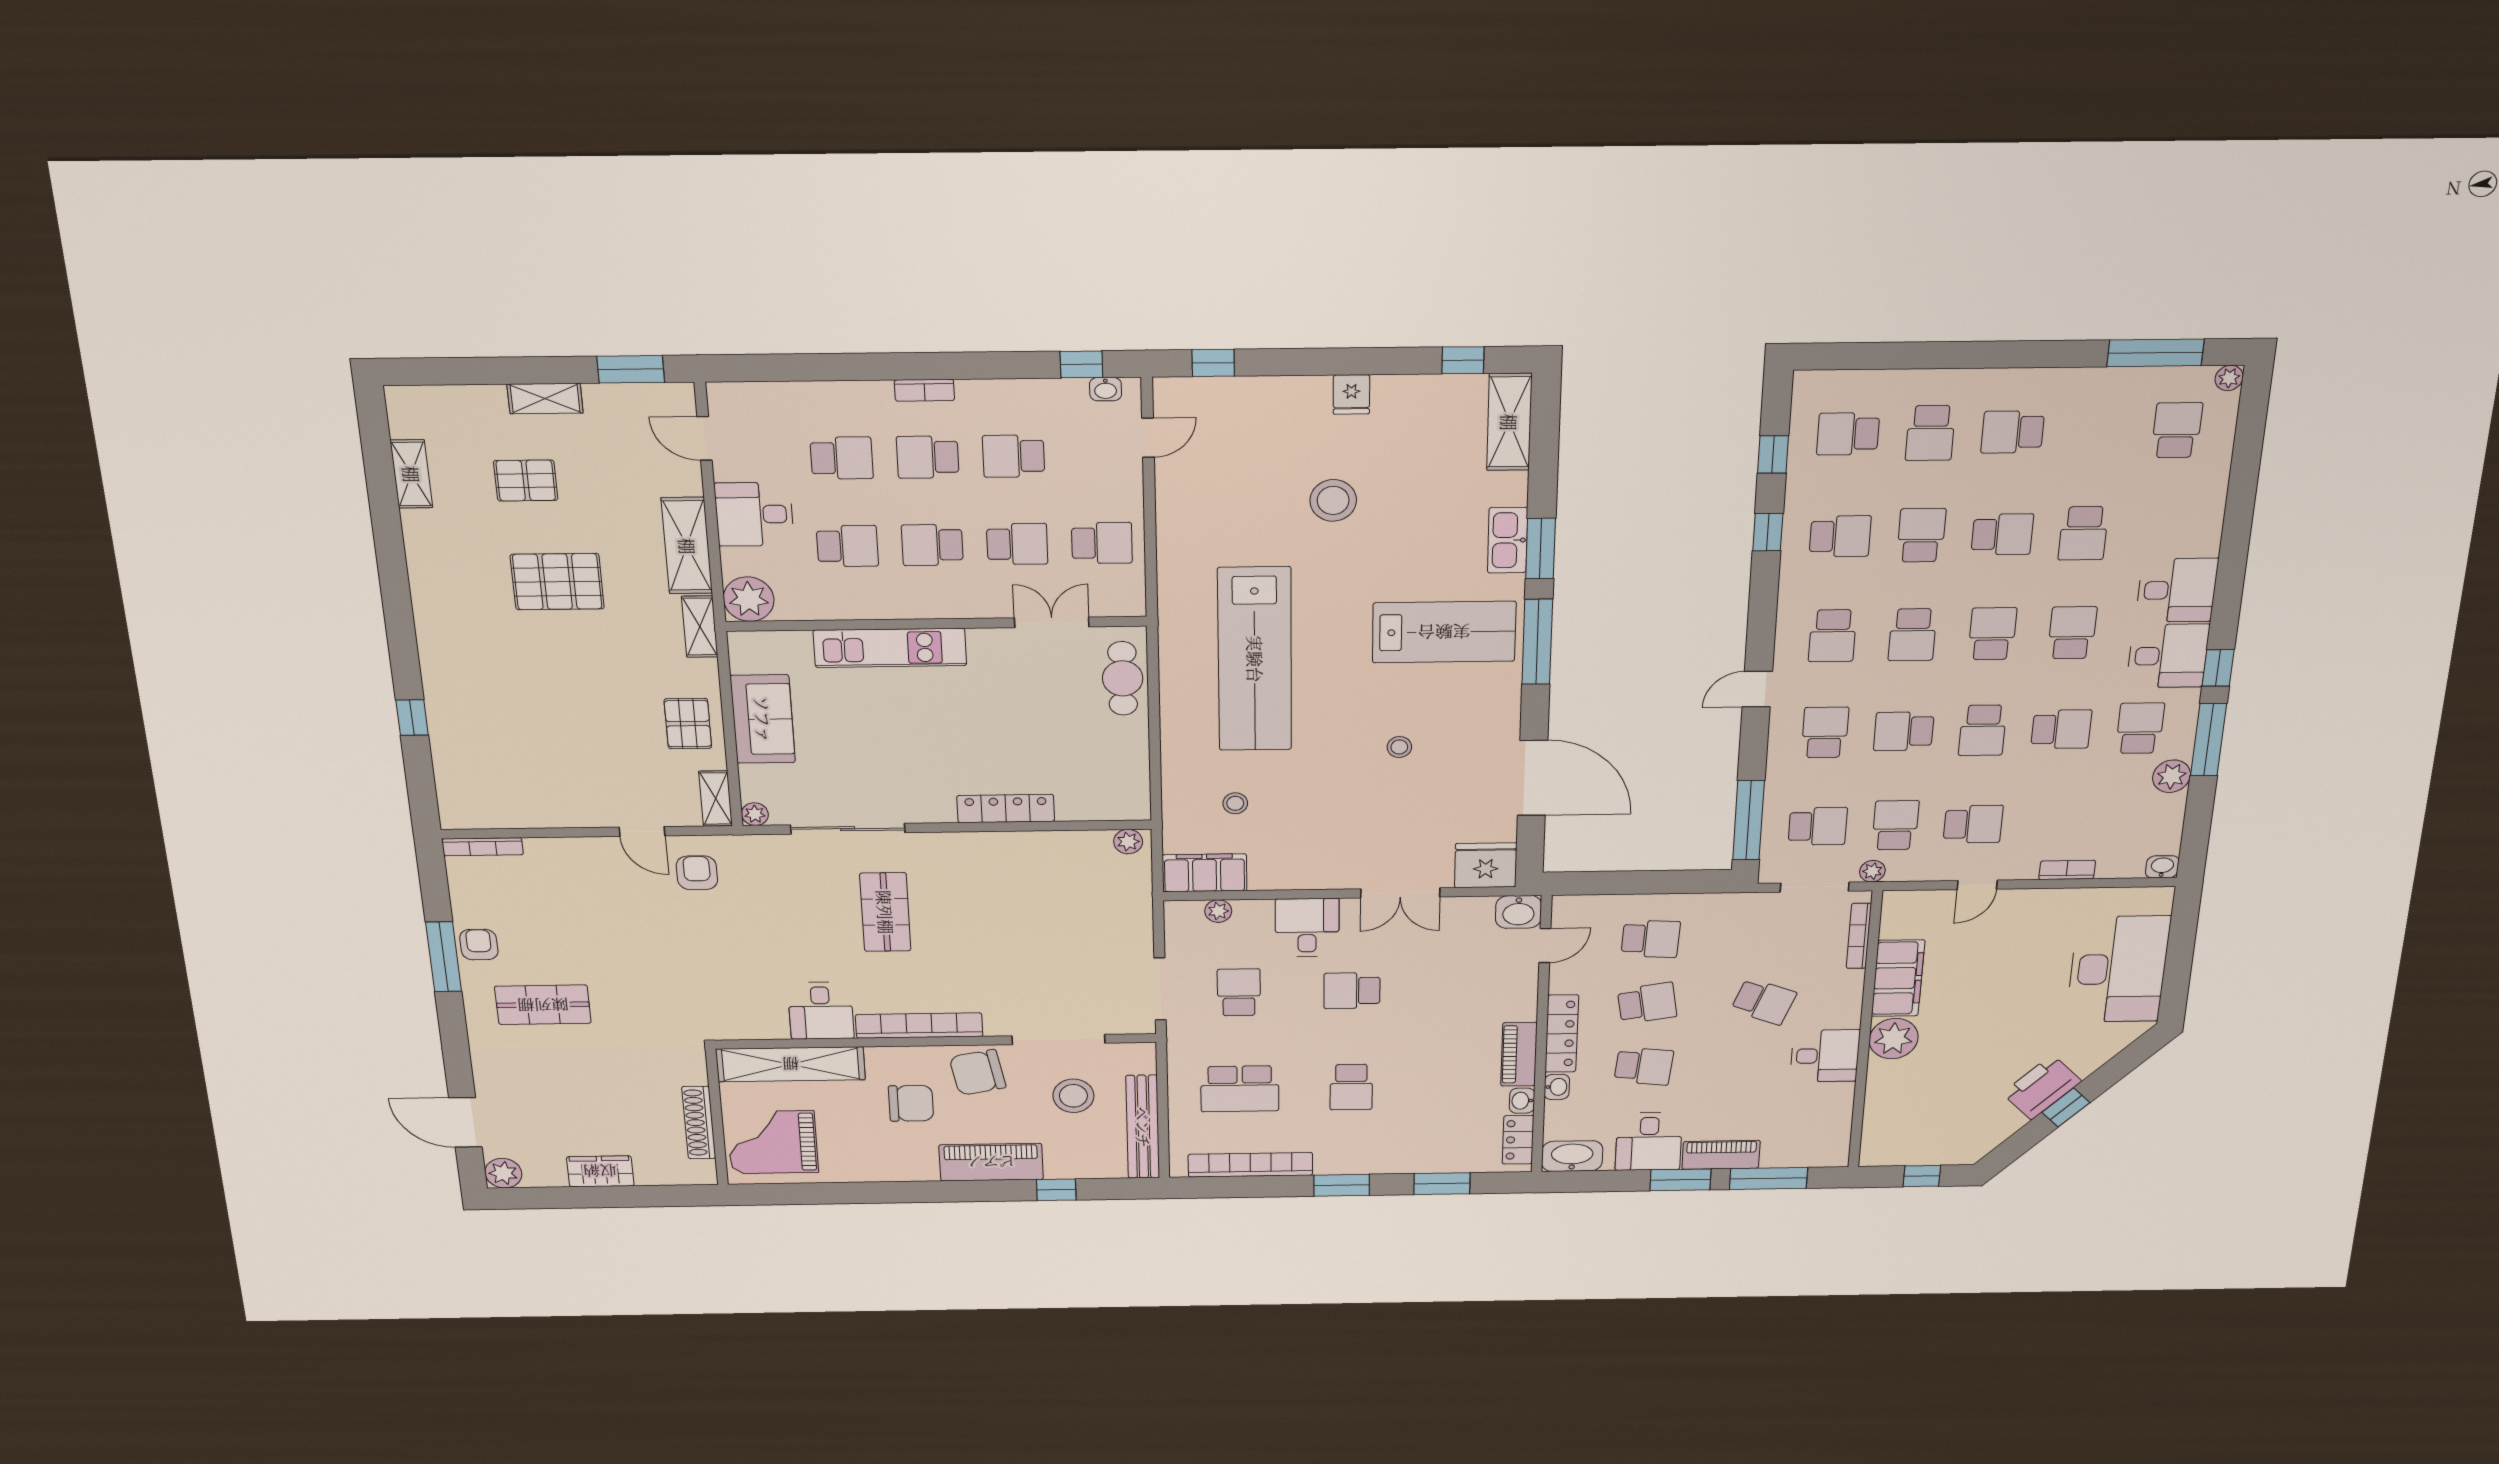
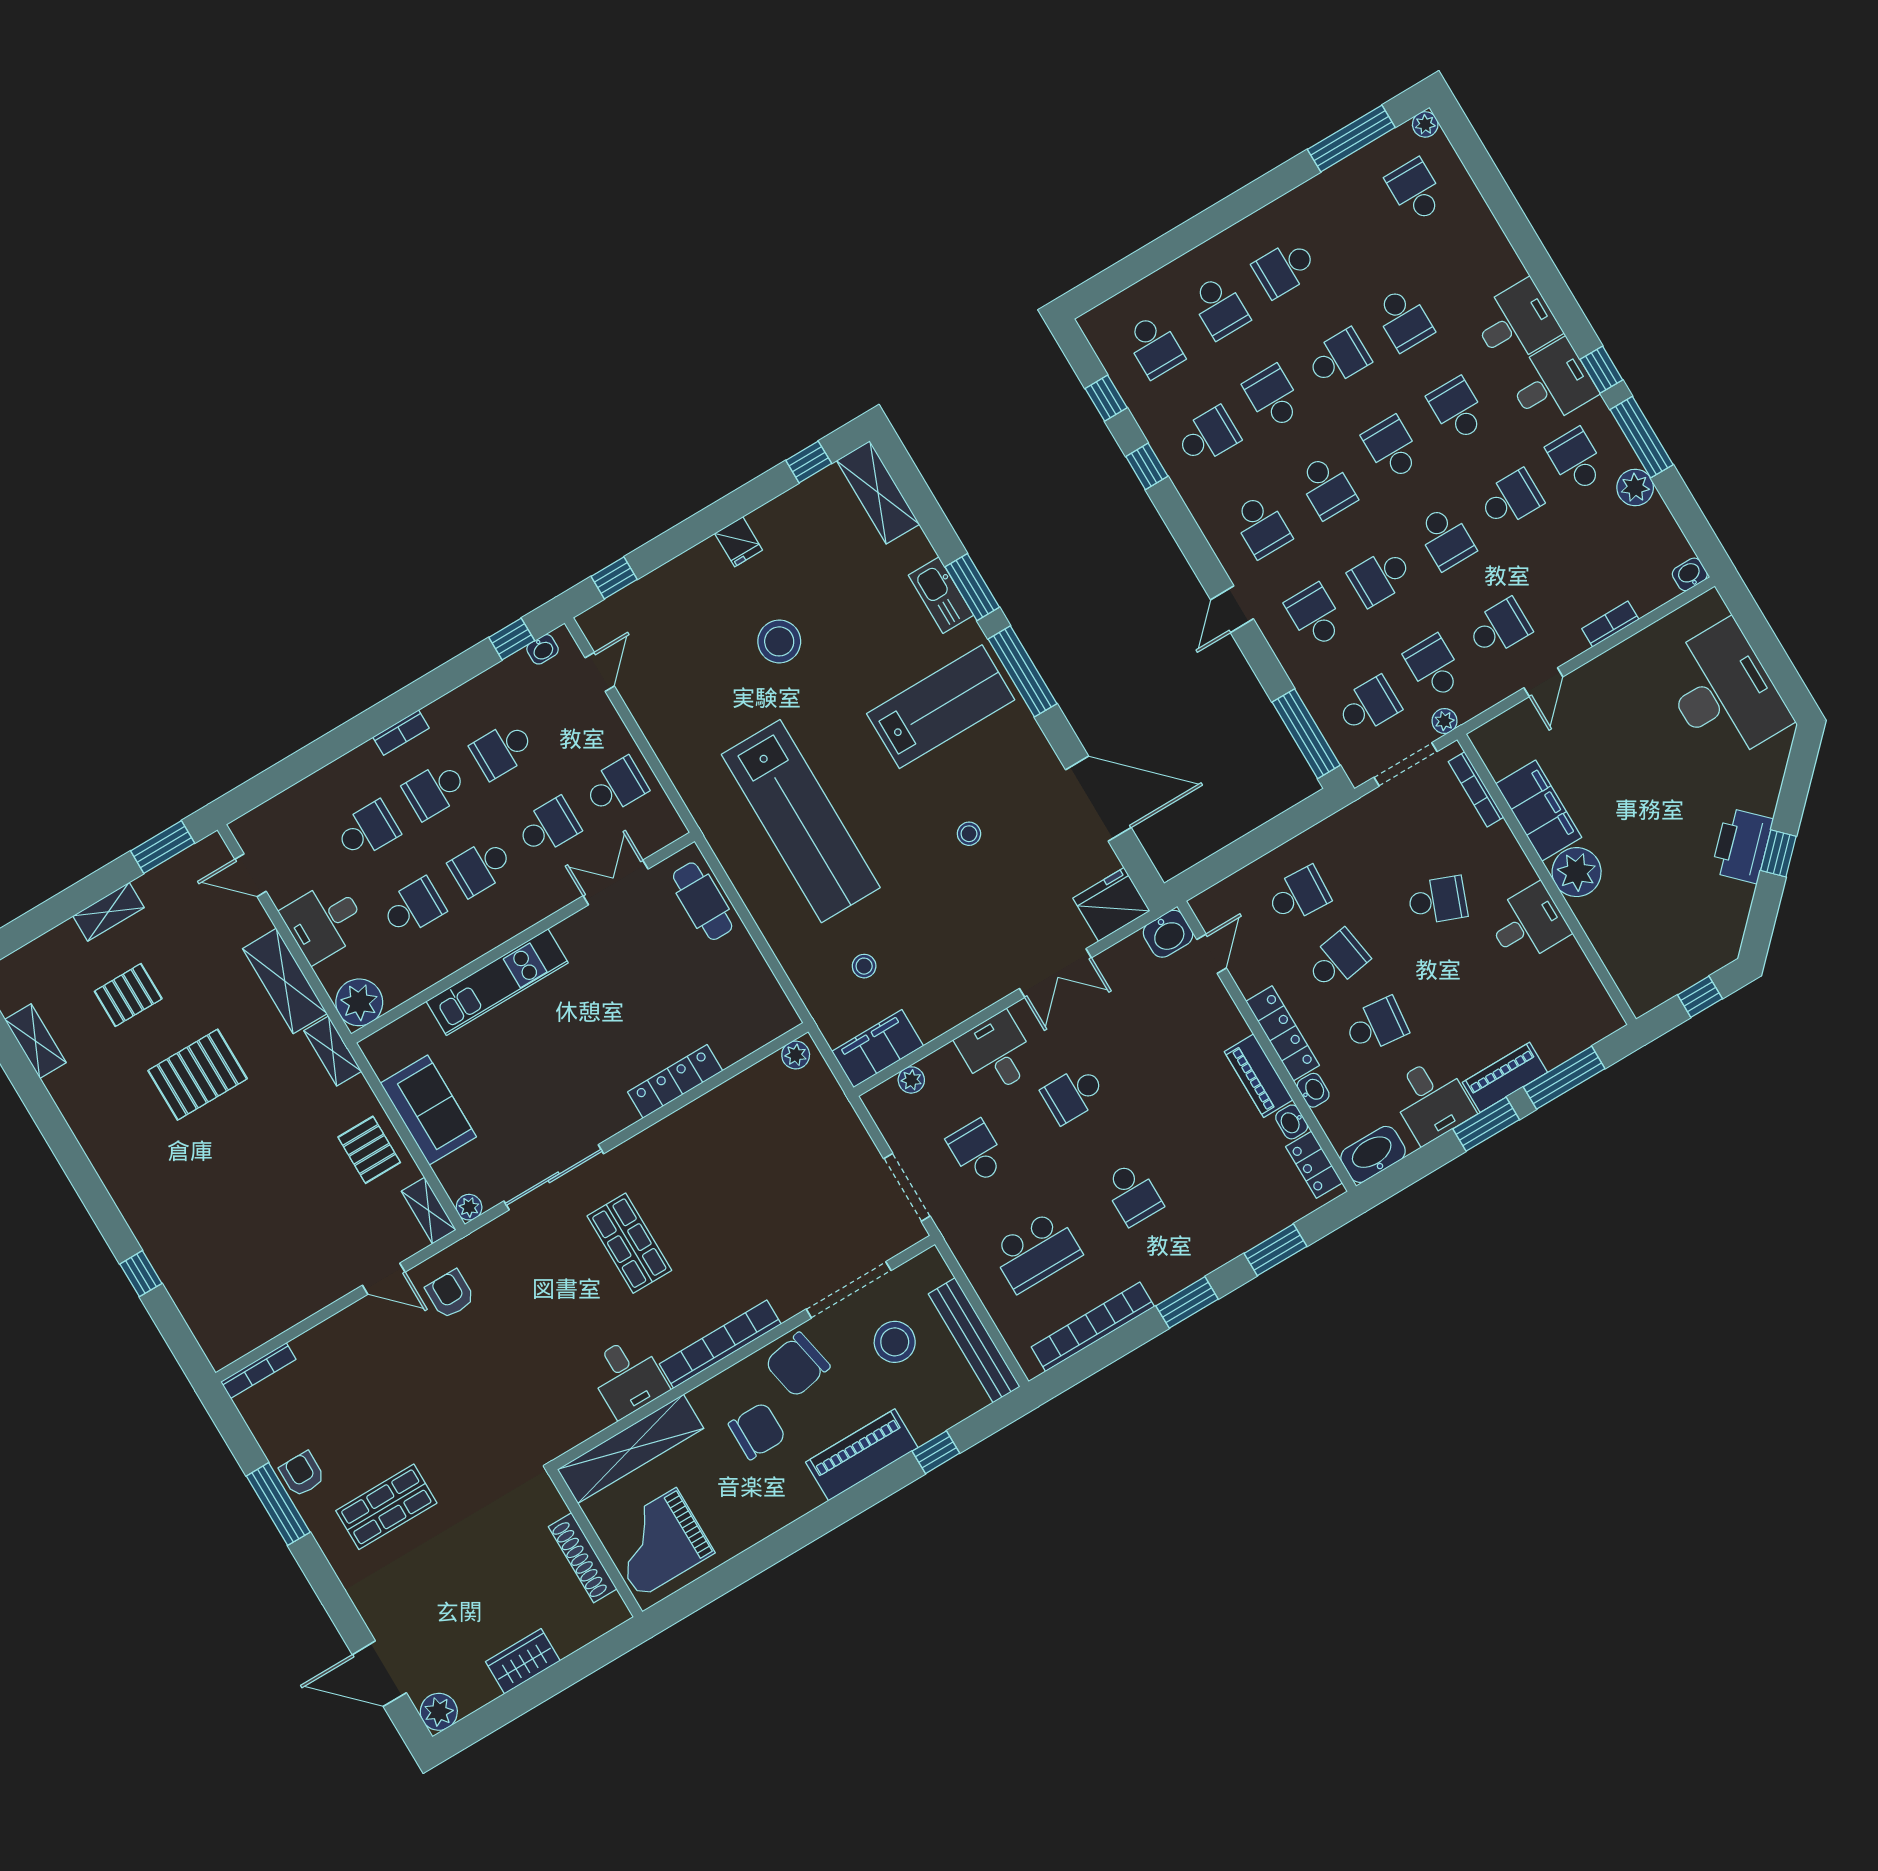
school desk: (1848, 434) -> (1154, 346), turned -90

